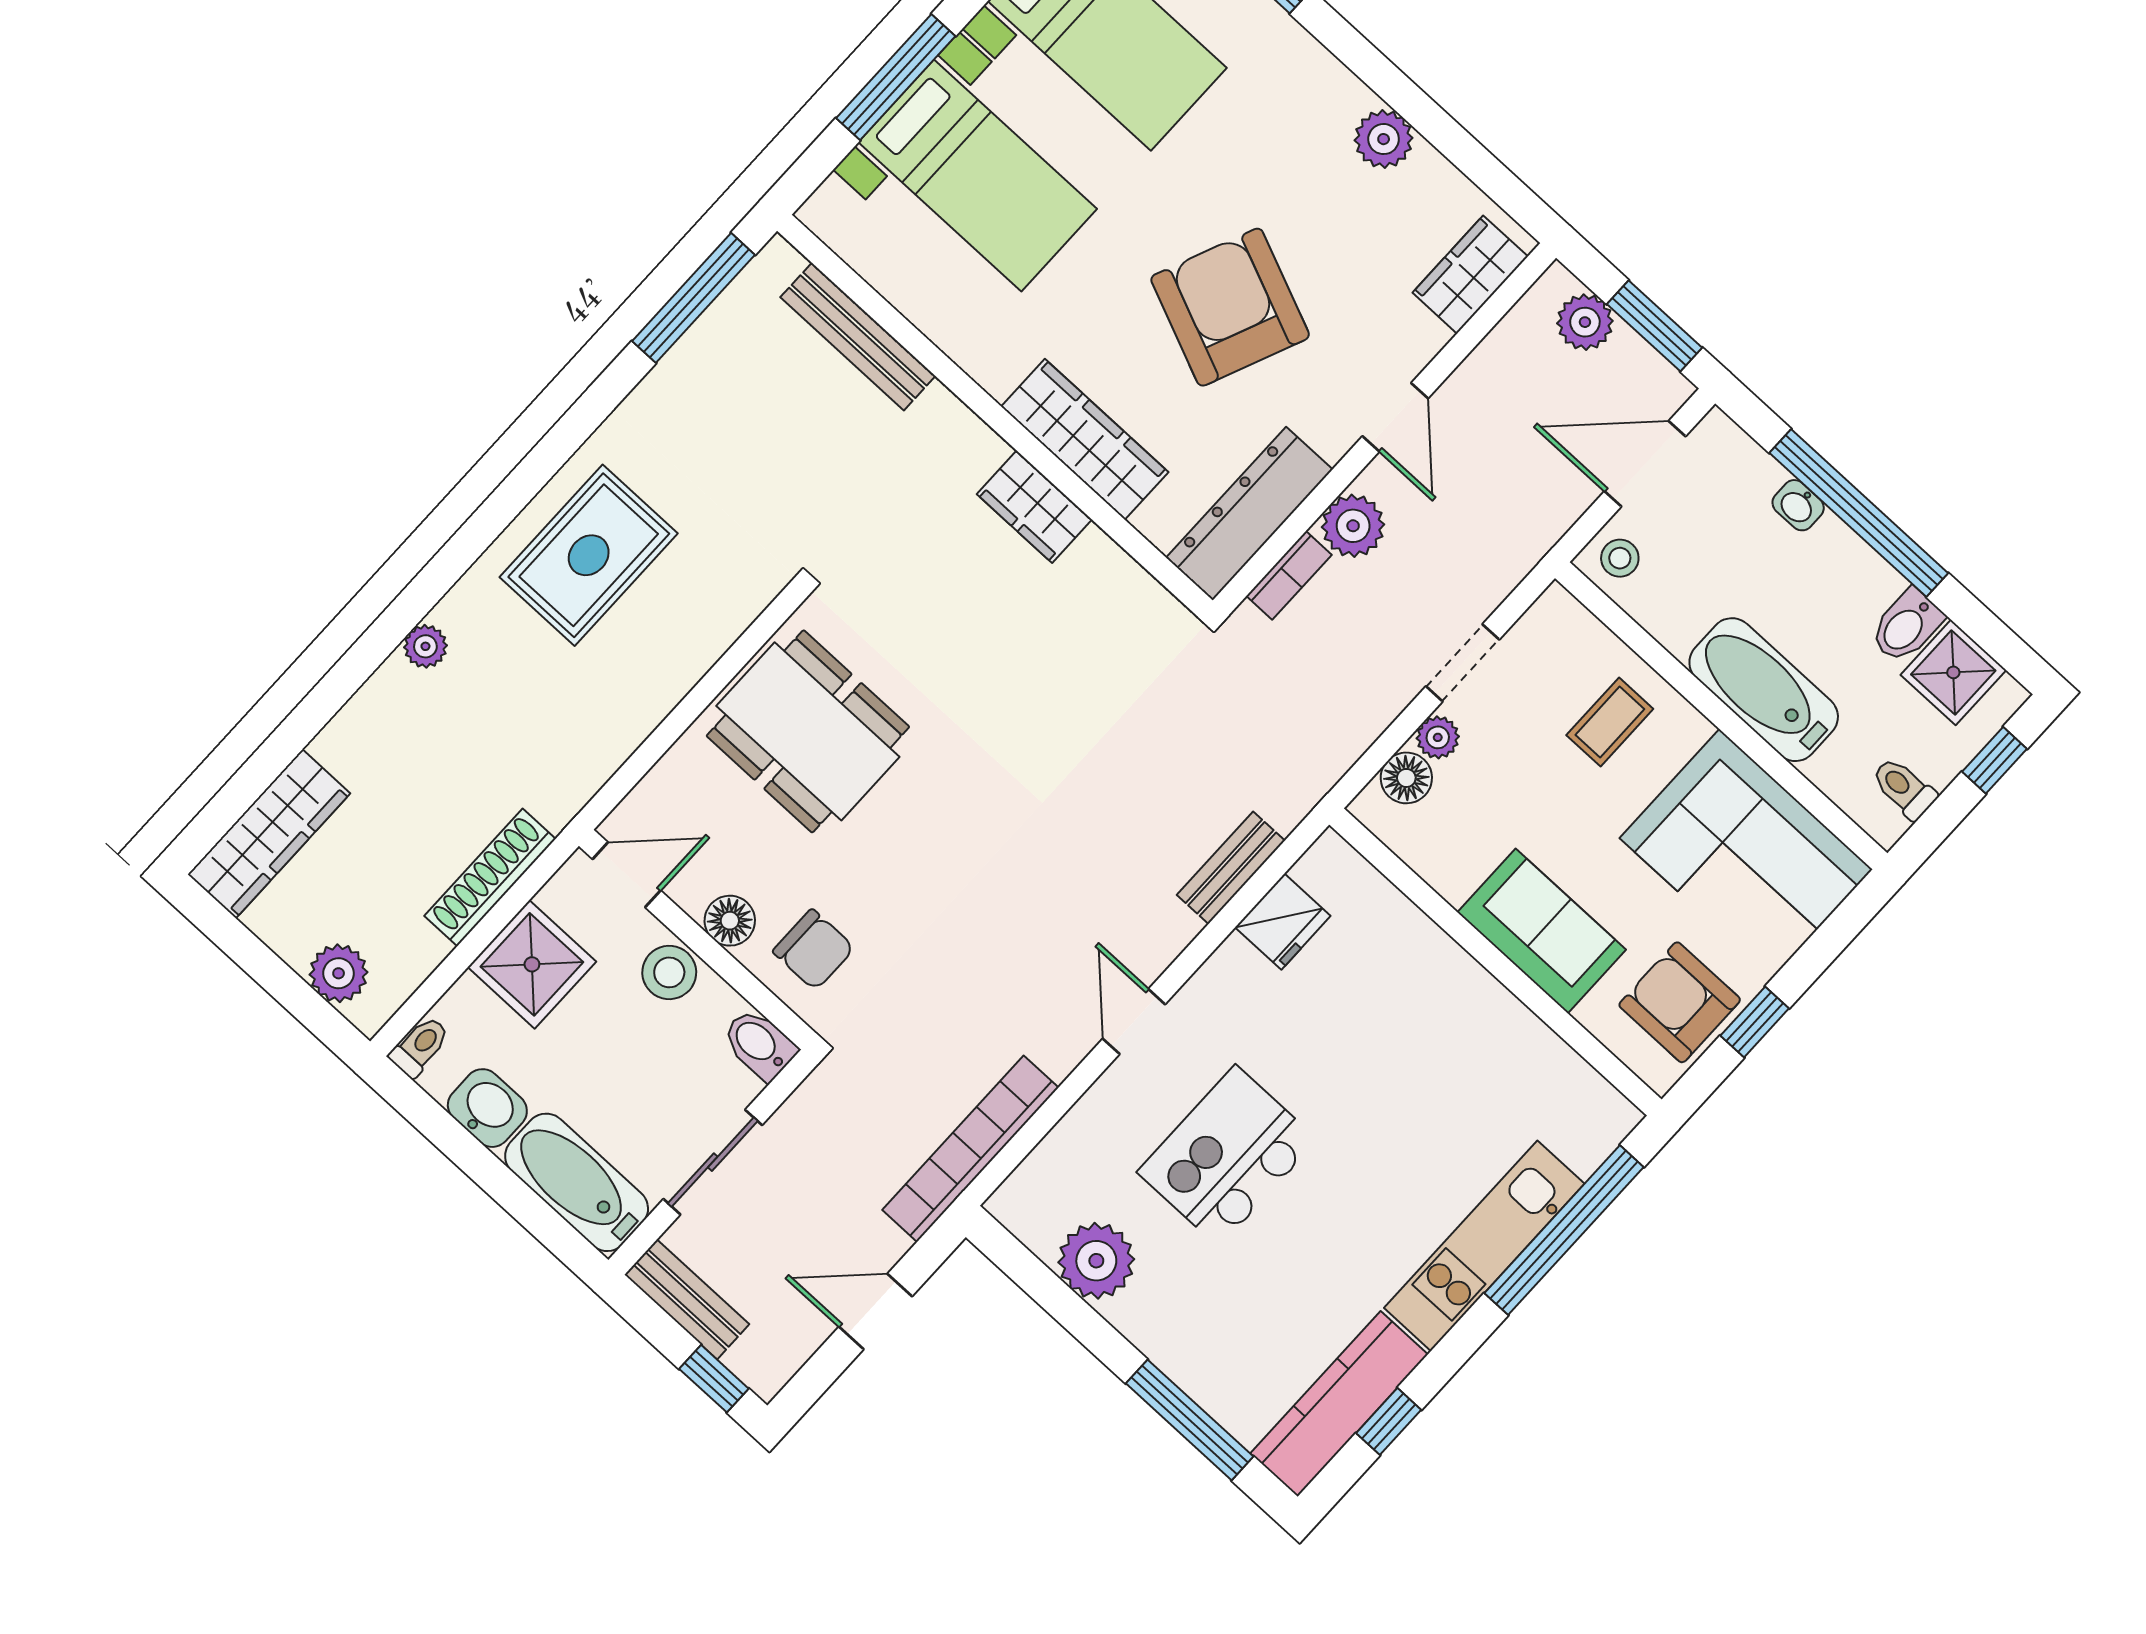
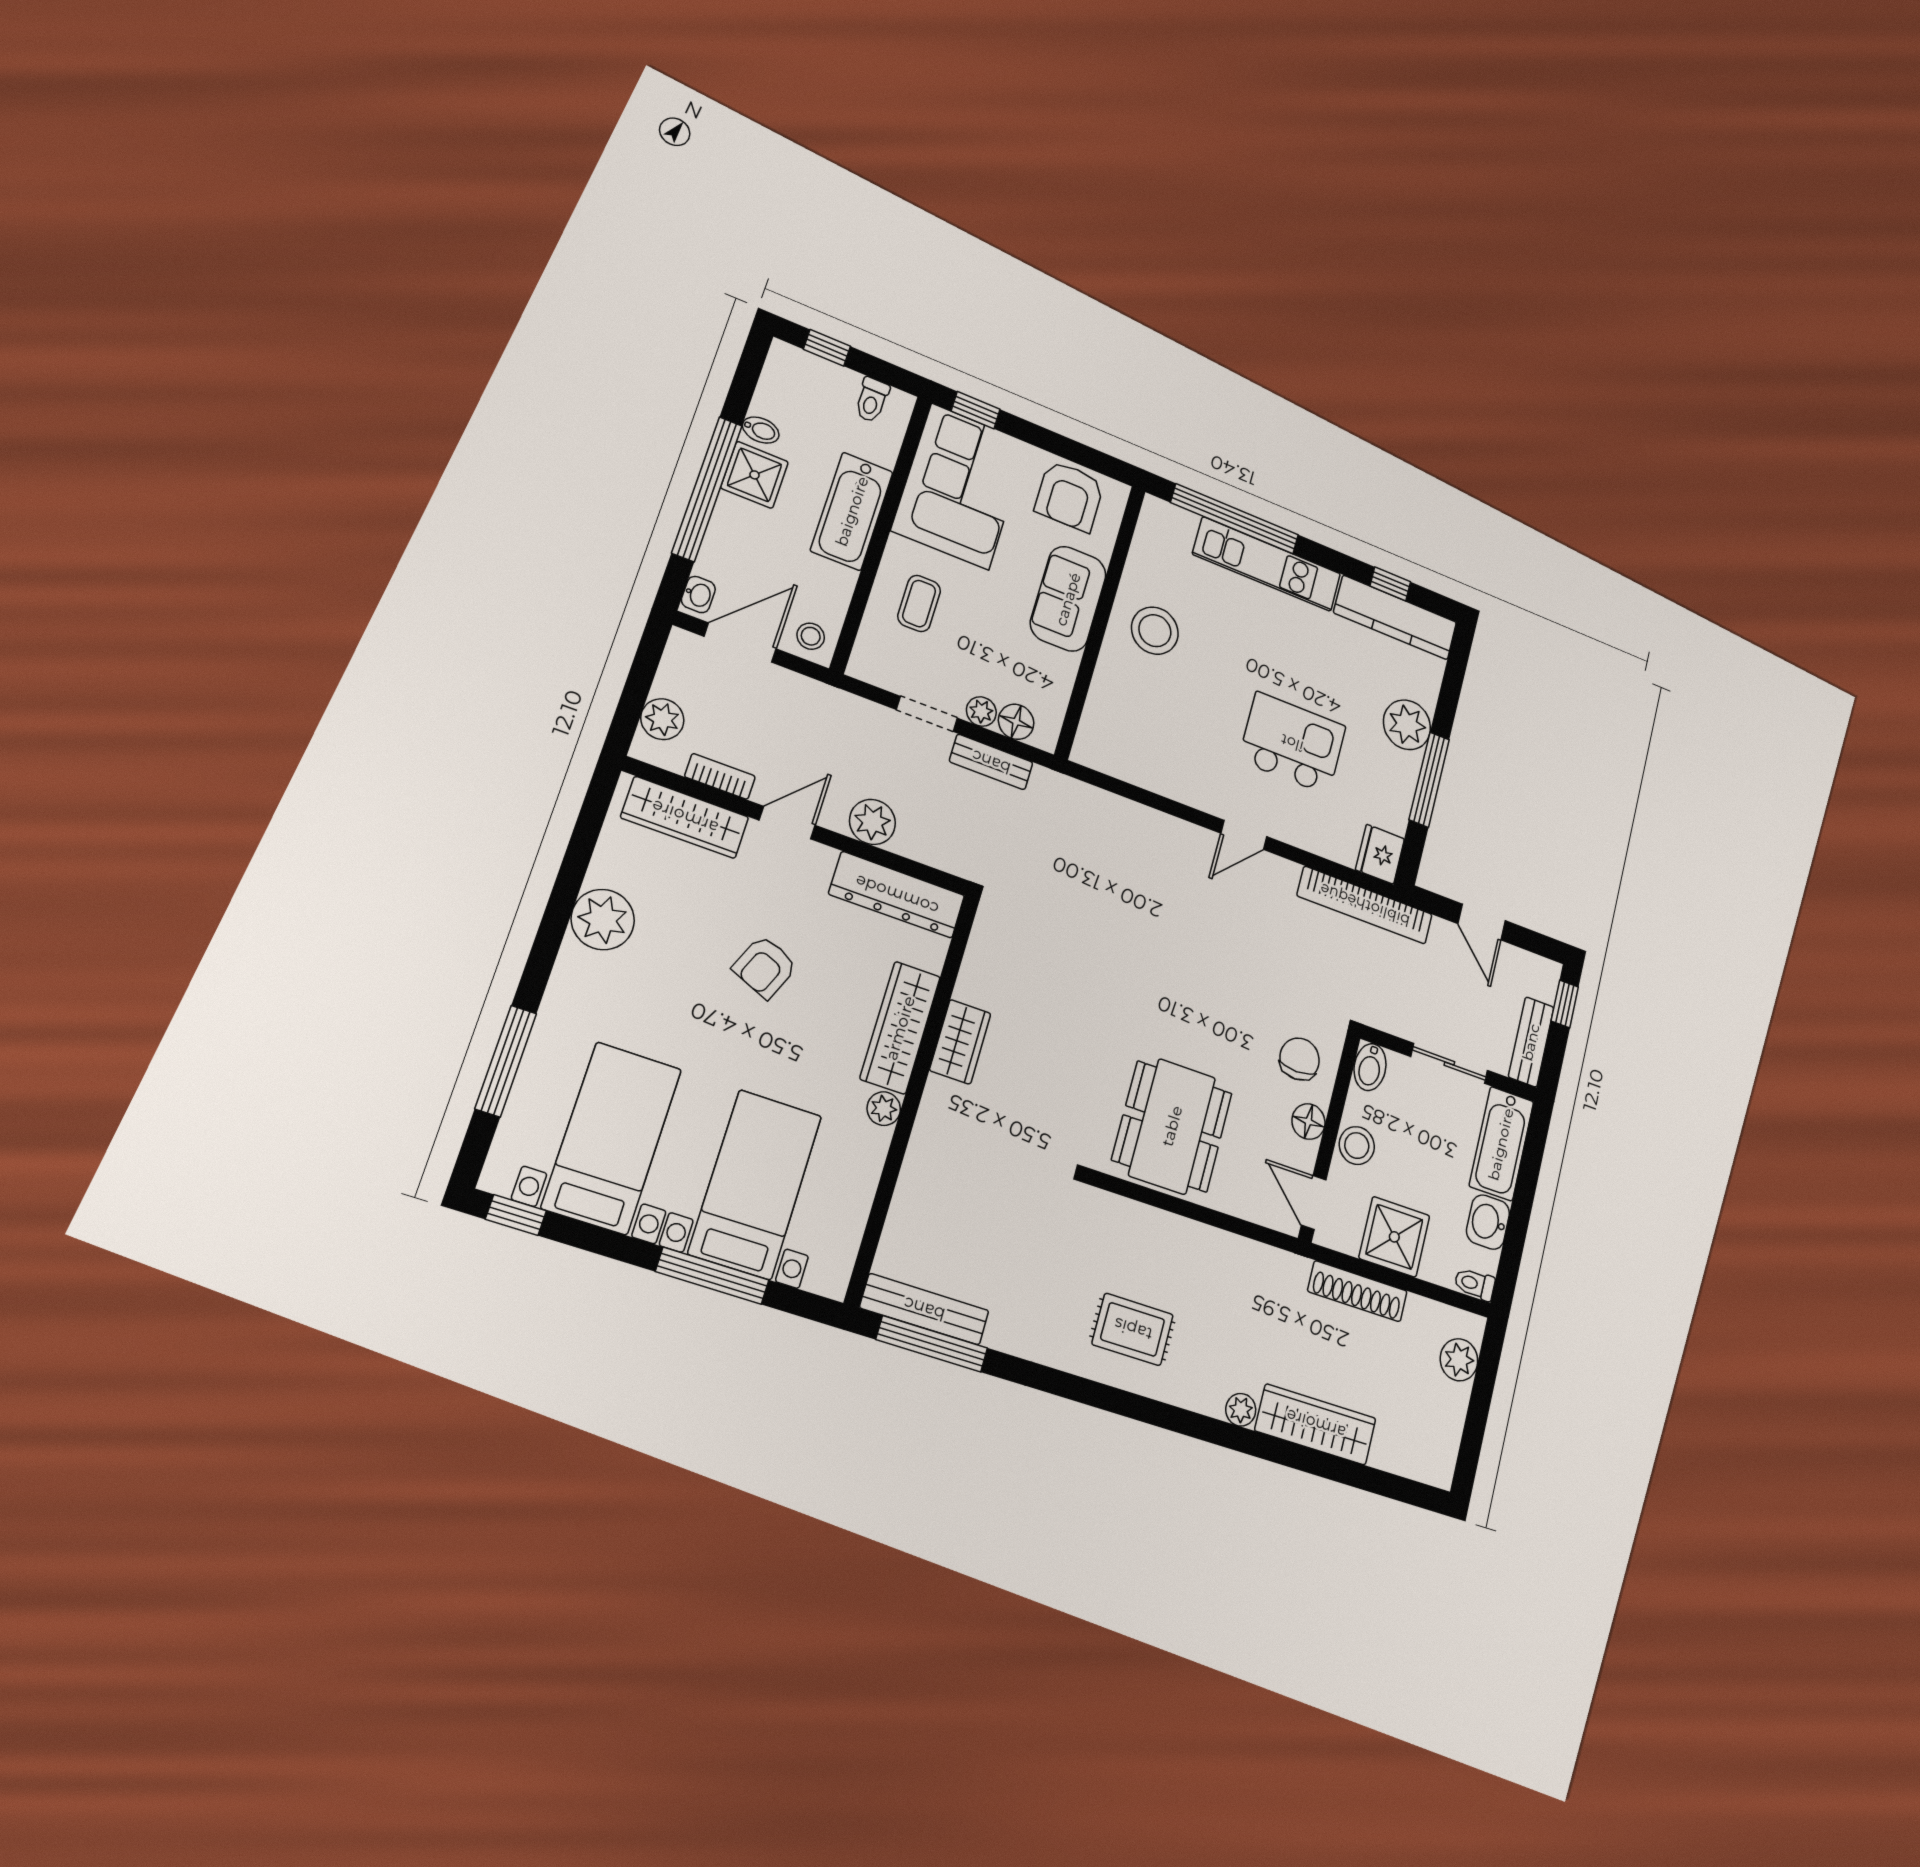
plant: (1384, 139) -> (603, 920), width x1.36, depth x1.36
wardrobe: (1470, 275) -> (685, 817), width x1.50
armchair: (1230, 307) -> (765, 967), width x0.53, depth x0.53
window: (1655, 326) -> (643, 671), removed
bench: (858, 337) -> (924, 1309), moved, turned 90
plant: (996, 372) -> (884, 1109), added
door: (1645, 464) -> (740, 643), swing flipped
washbasin: (1798, 505) -> (698, 595), moved
rug: (589, 555) -> (1133, 1329), width x0.73, depth x0.70
bookcase: (1289, 575) -> (720, 776), moved
bidet: (1906, 626) -> (761, 430), width x0.72, depth x0.74
shower: (1953, 672) -> (755, 475), moved
coffee table: (1610, 722) -> (919, 604), turned 90
wardrobe: (269, 834) -> (1316, 1424), moved
bench: (1231, 868) -> (991, 762), moved
fridge: (1283, 922) -> (1380, 854), moved, turned -90
window: (1755, 1022) -> (976, 410), moved
stool: (1454, 1033) -> (1155, 631), added
kitchen island: (1227, 1156) -> (1292, 743), turned 180
plant: (1096, 1261) -> (1407, 725), moved
window: (1190, 1420) -> (1429, 780), moved

